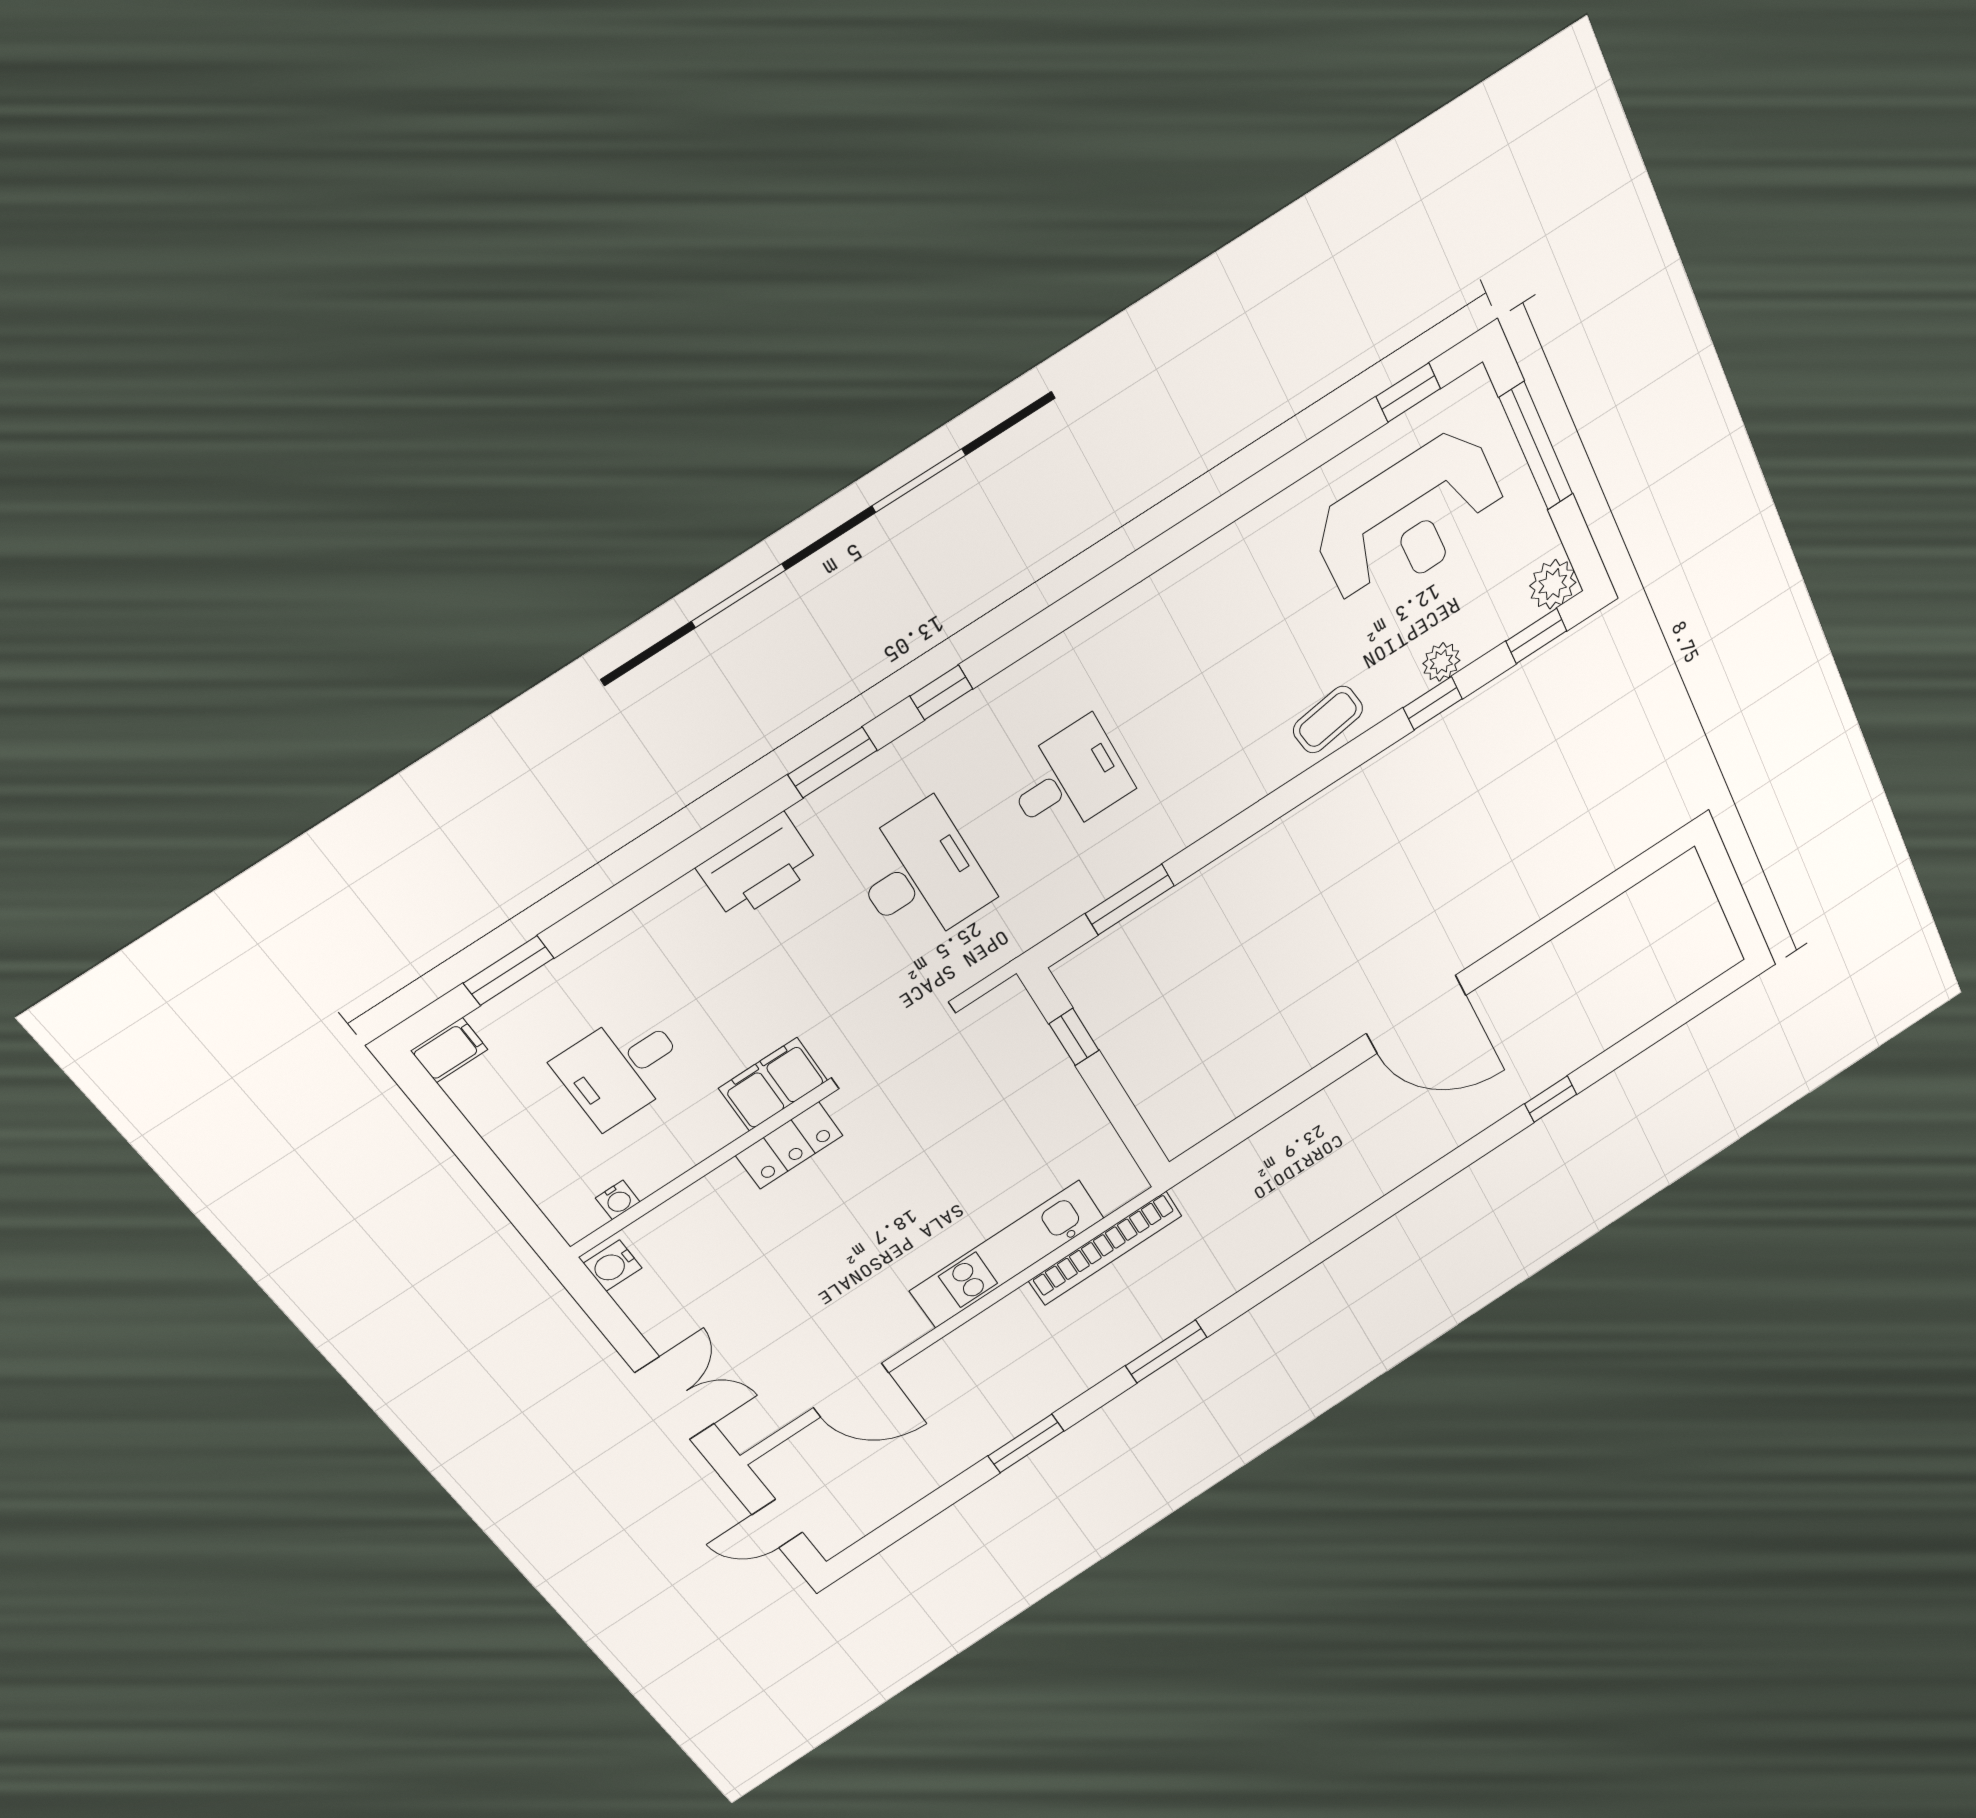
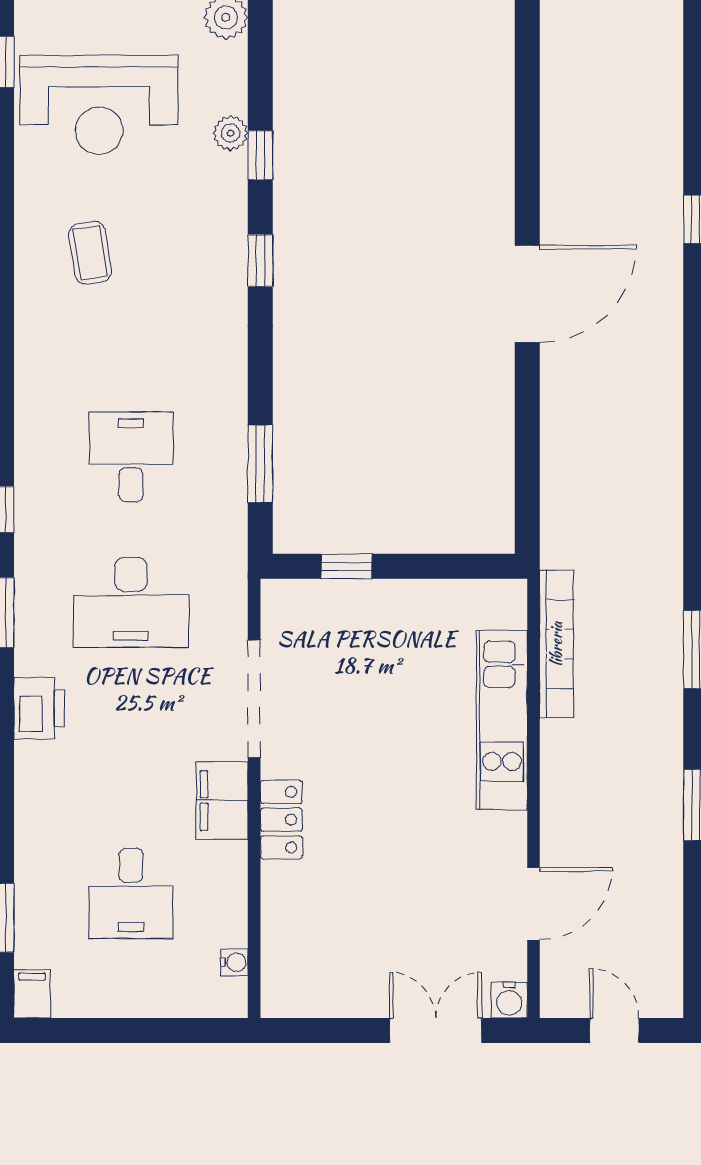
reception desk: (1410, 519) -> (99, 105), turned 90
window: (1536, 636) -> (260, 261), moved
coffee table: (1328, 720) -> (90, 253), moved
printer: (758, 867) -> (39, 708), width x0.73, depth x0.84
desk: (920, 875) -> (131, 602), turned 180
water cooler: (613, 1266) -> (509, 1000), moved
door: (777, 1524) -> (614, 1030), swing flipped

